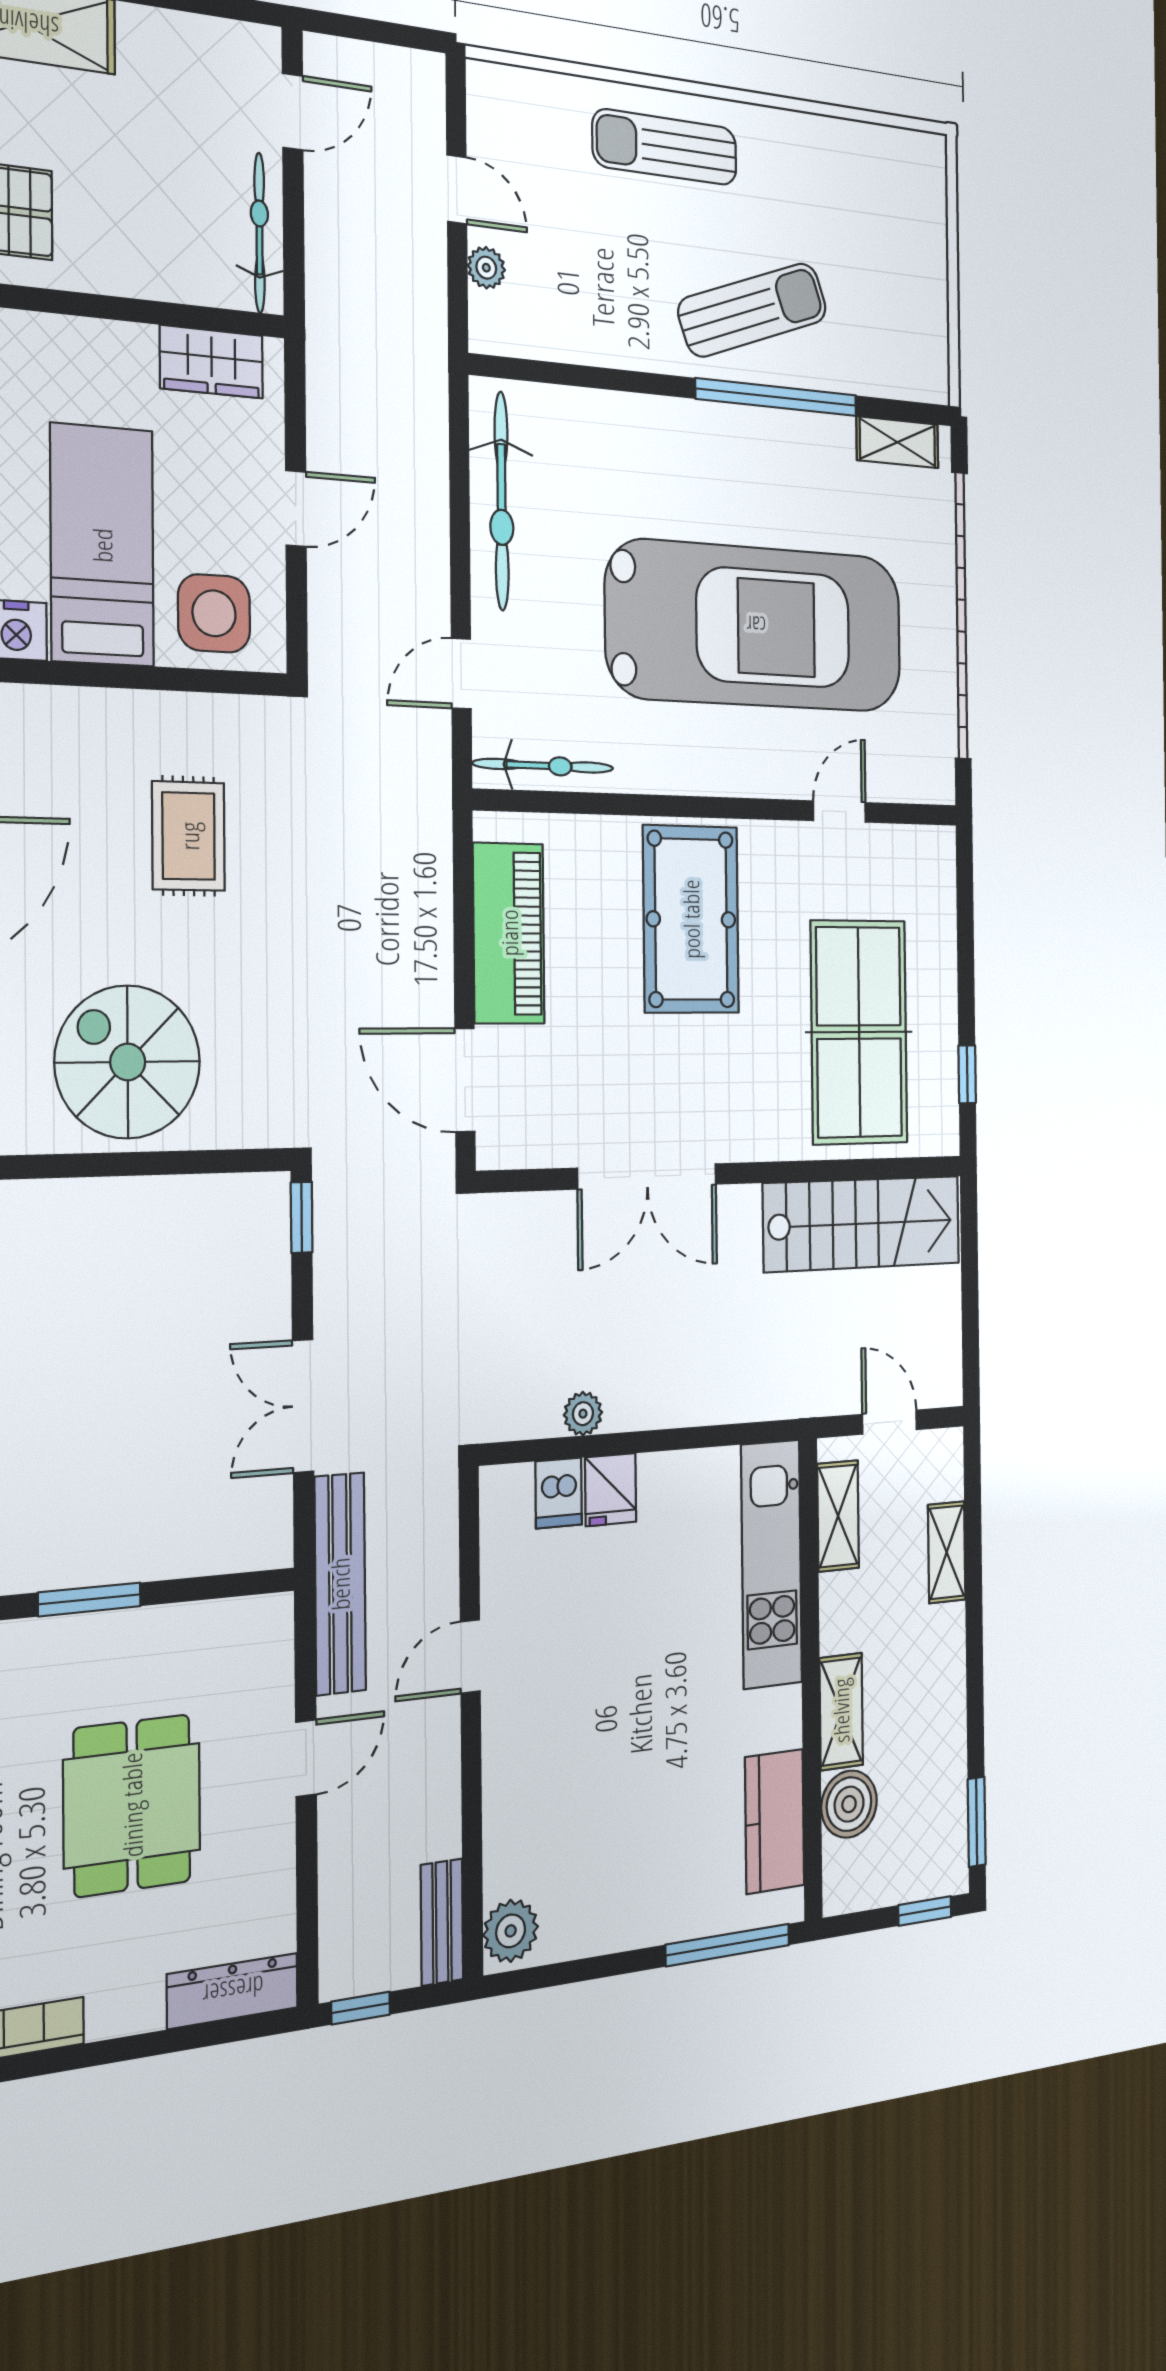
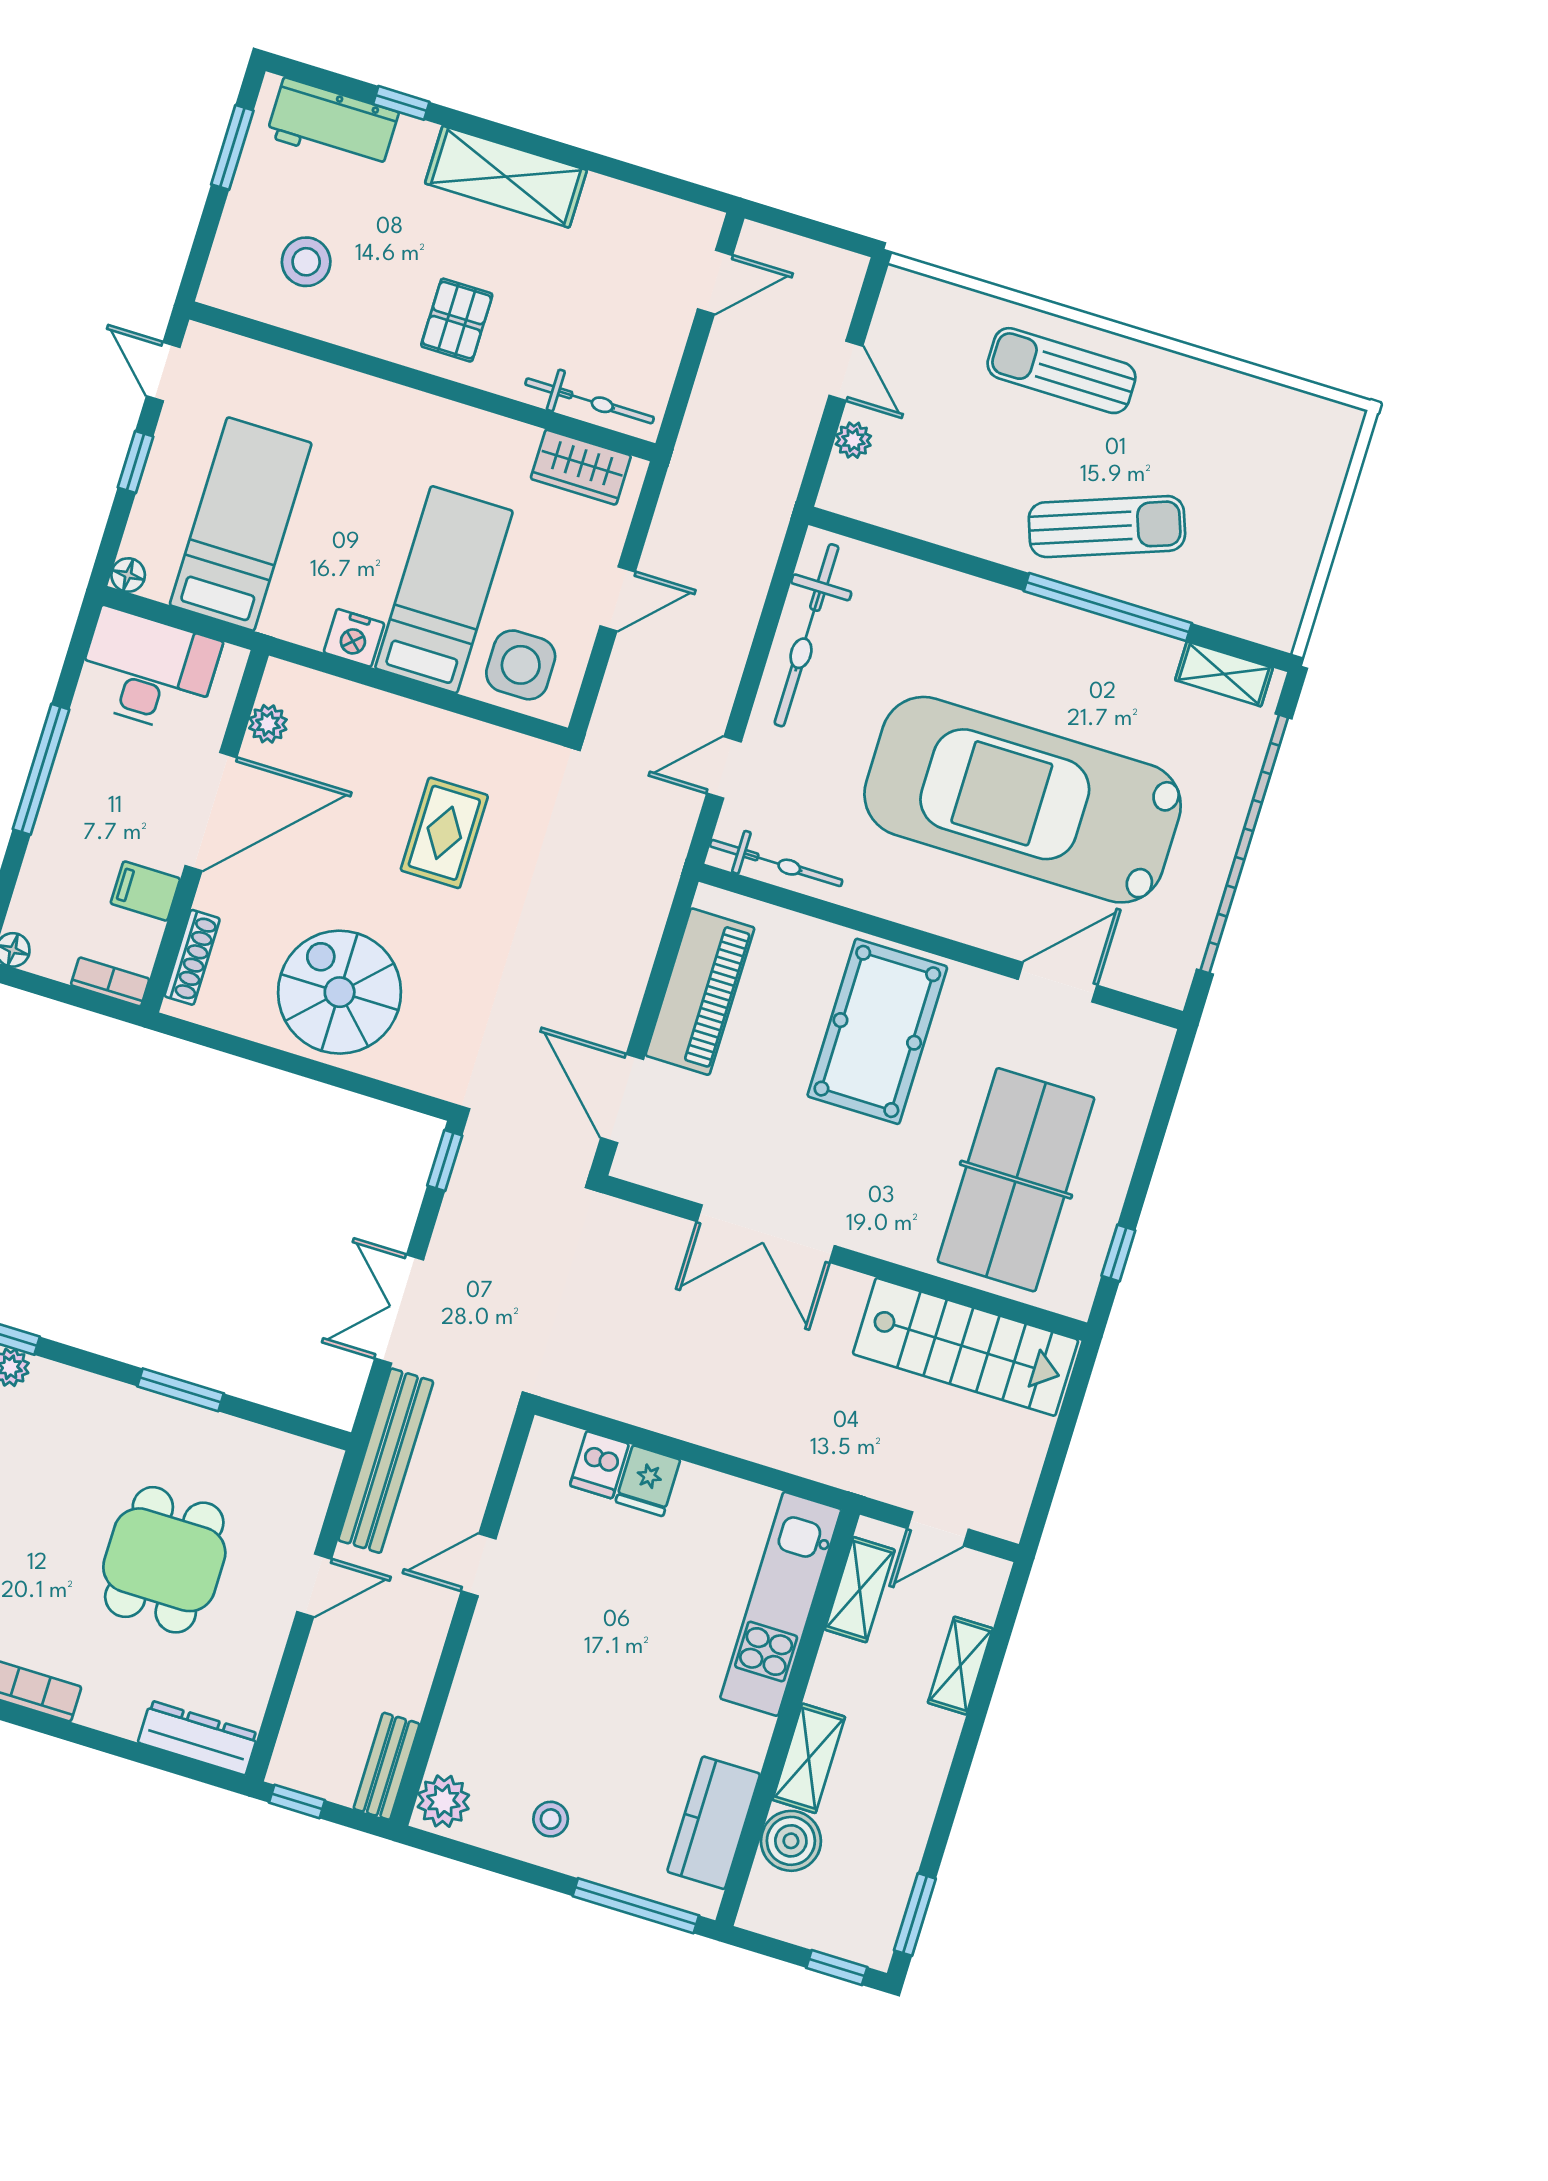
bicycle: (260, 233) -> (590, 401), moved, turned 90
car: (756, 626) -> (1023, 800), turned 180
door: (839, 812) -> (1057, 982), width x1.38
plant: (583, 1414) -> (642, 1408), removed
door: (889, 1422) -> (938, 1529), swing flipped
stool: (621, 1896) -> (551, 1819), added

